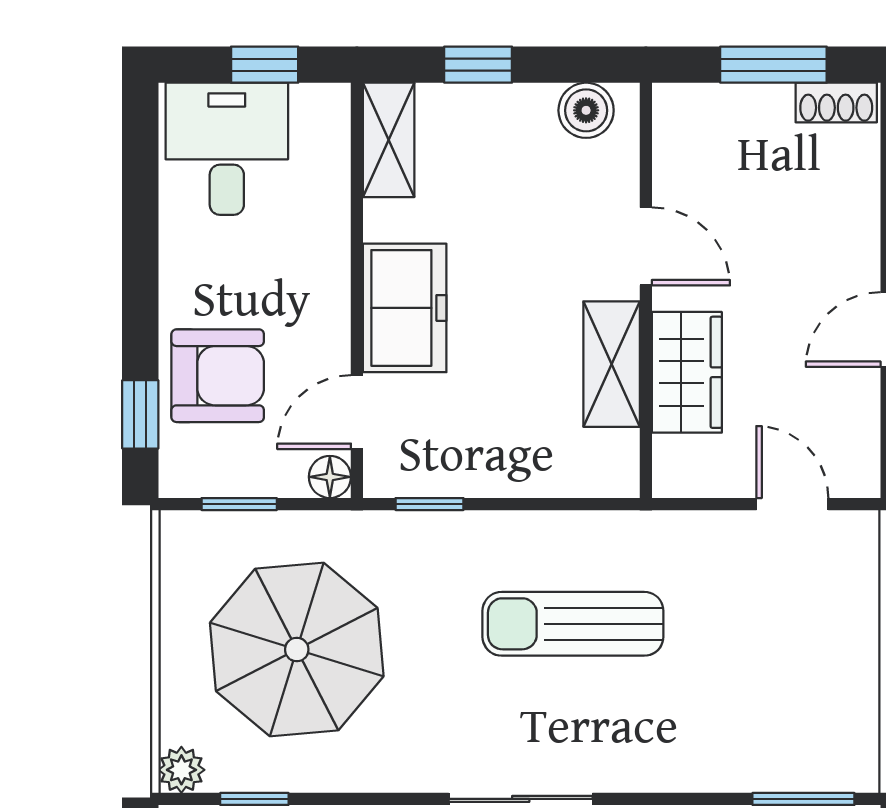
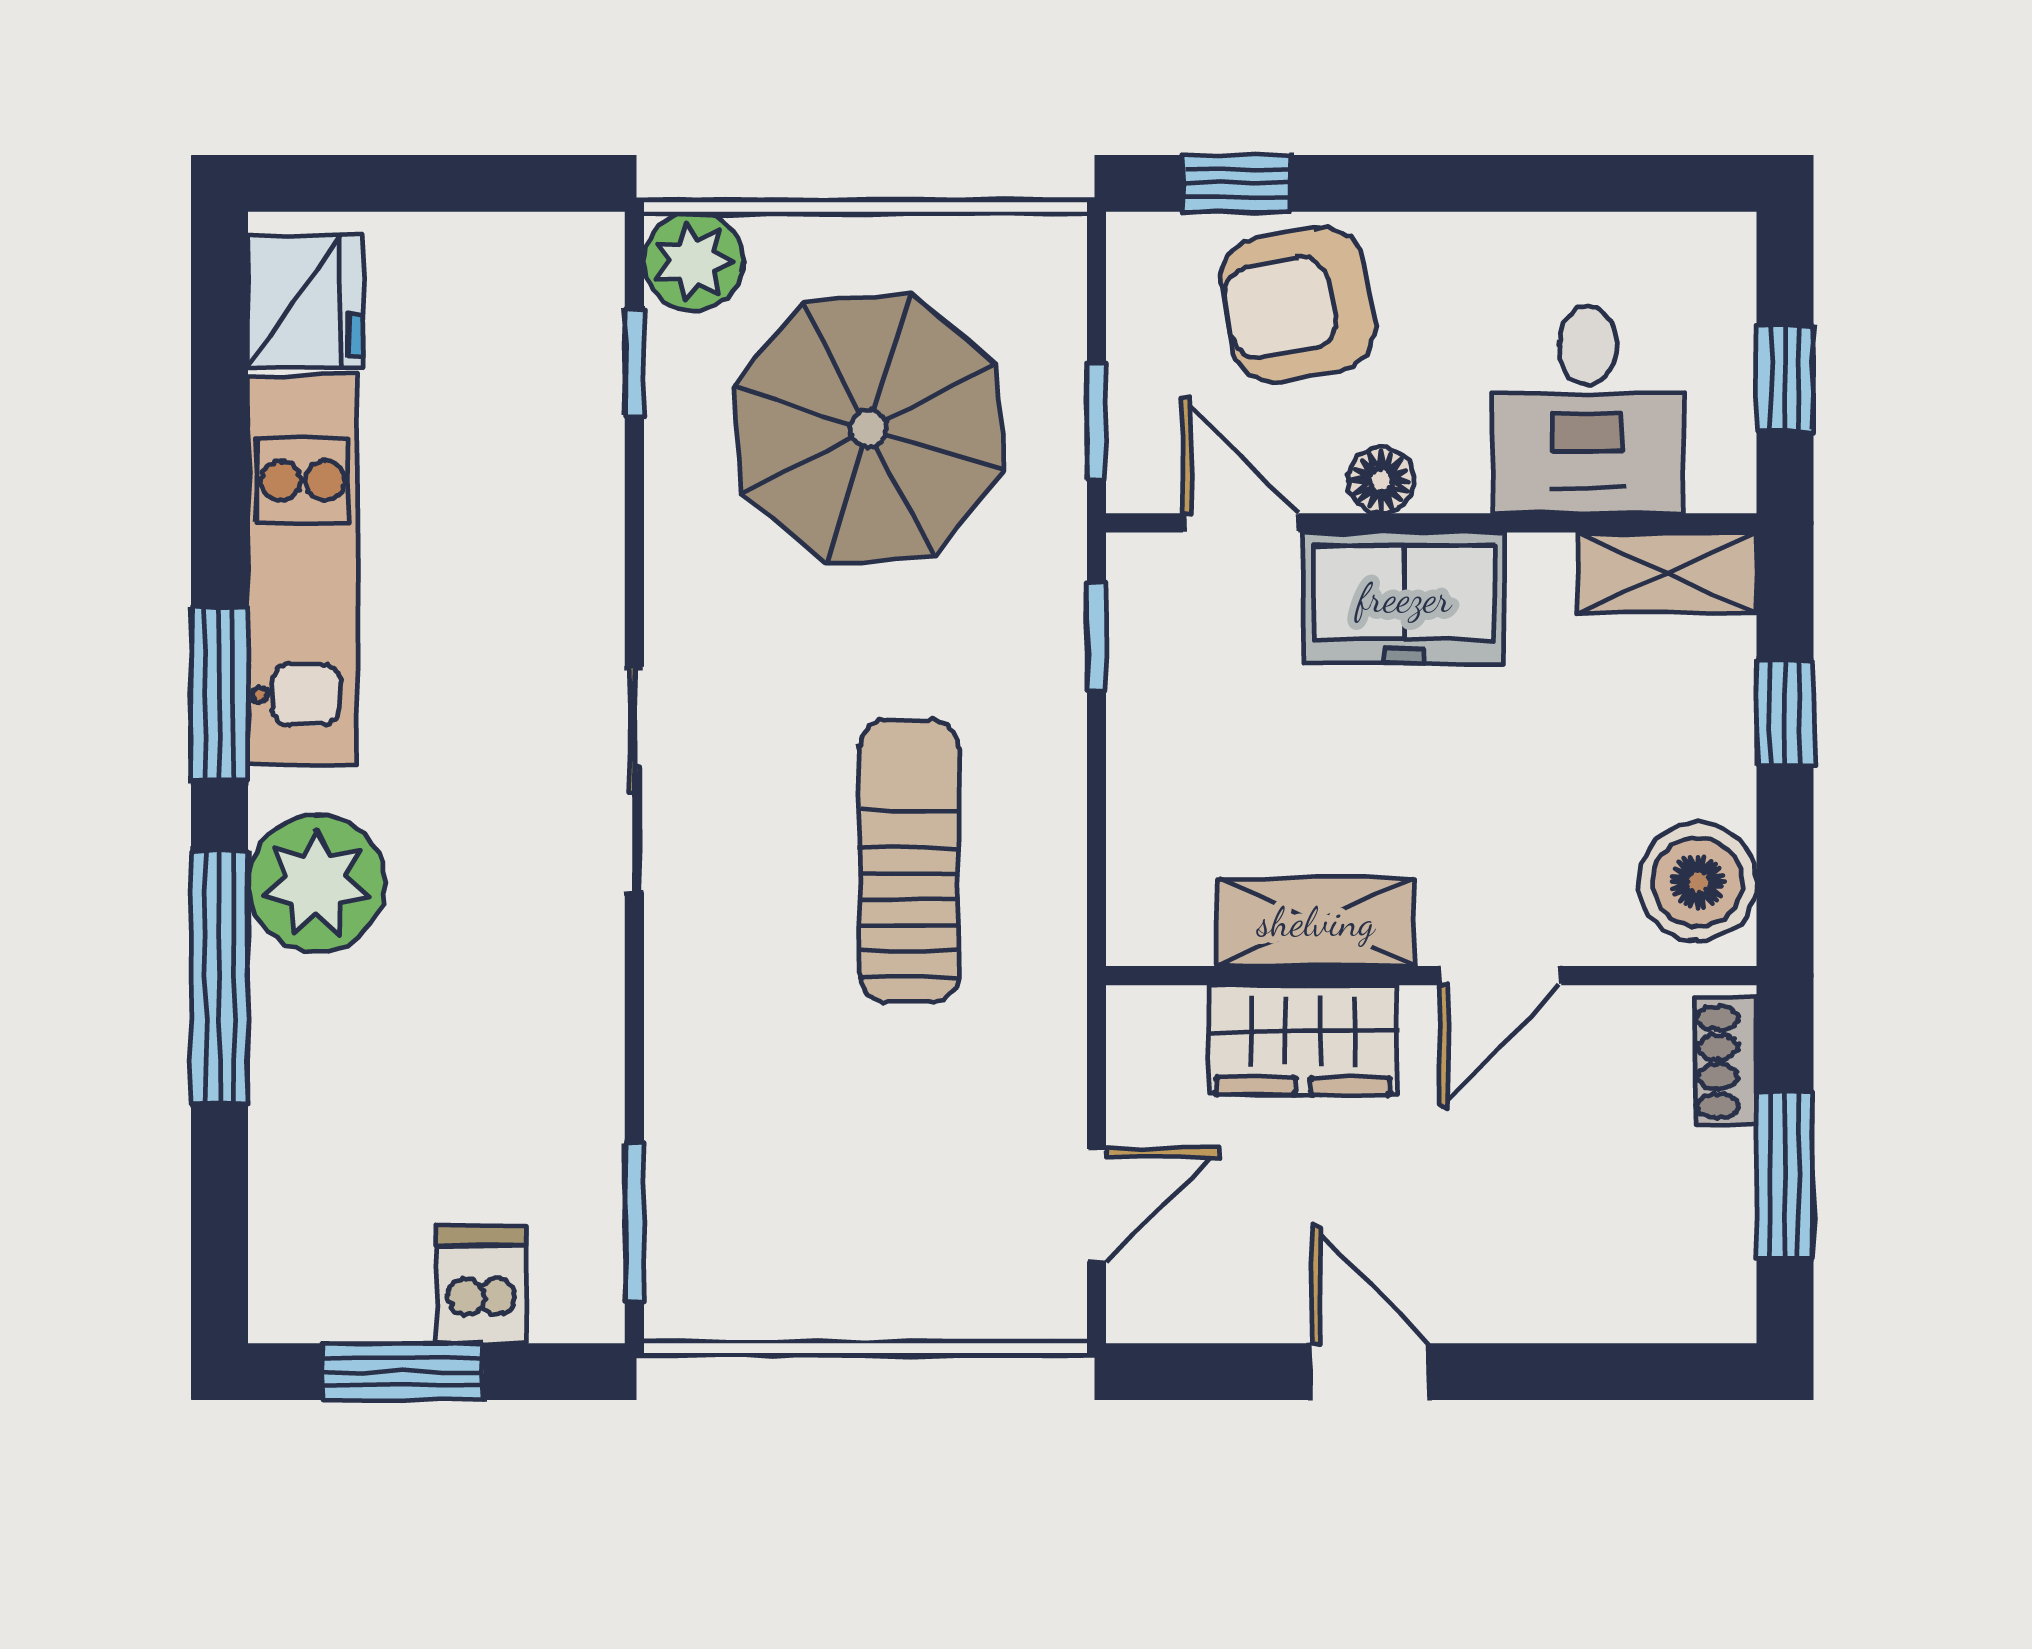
shoe rack: (836, 103) -> (1726, 1062), moved
boiler: (586, 110) -> (1698, 882), width x1.36, depth x1.36
desk: (227, 149) -> (1588, 410), moved, turned 90
armchair: (218, 376) -> (1298, 305), turned 80
floor lamp: (330, 477) -> (1381, 480), moved
window: (239, 504) -> (1097, 422), moved
plant: (181, 770) -> (694, 261), width x1.38, depth x1.38

